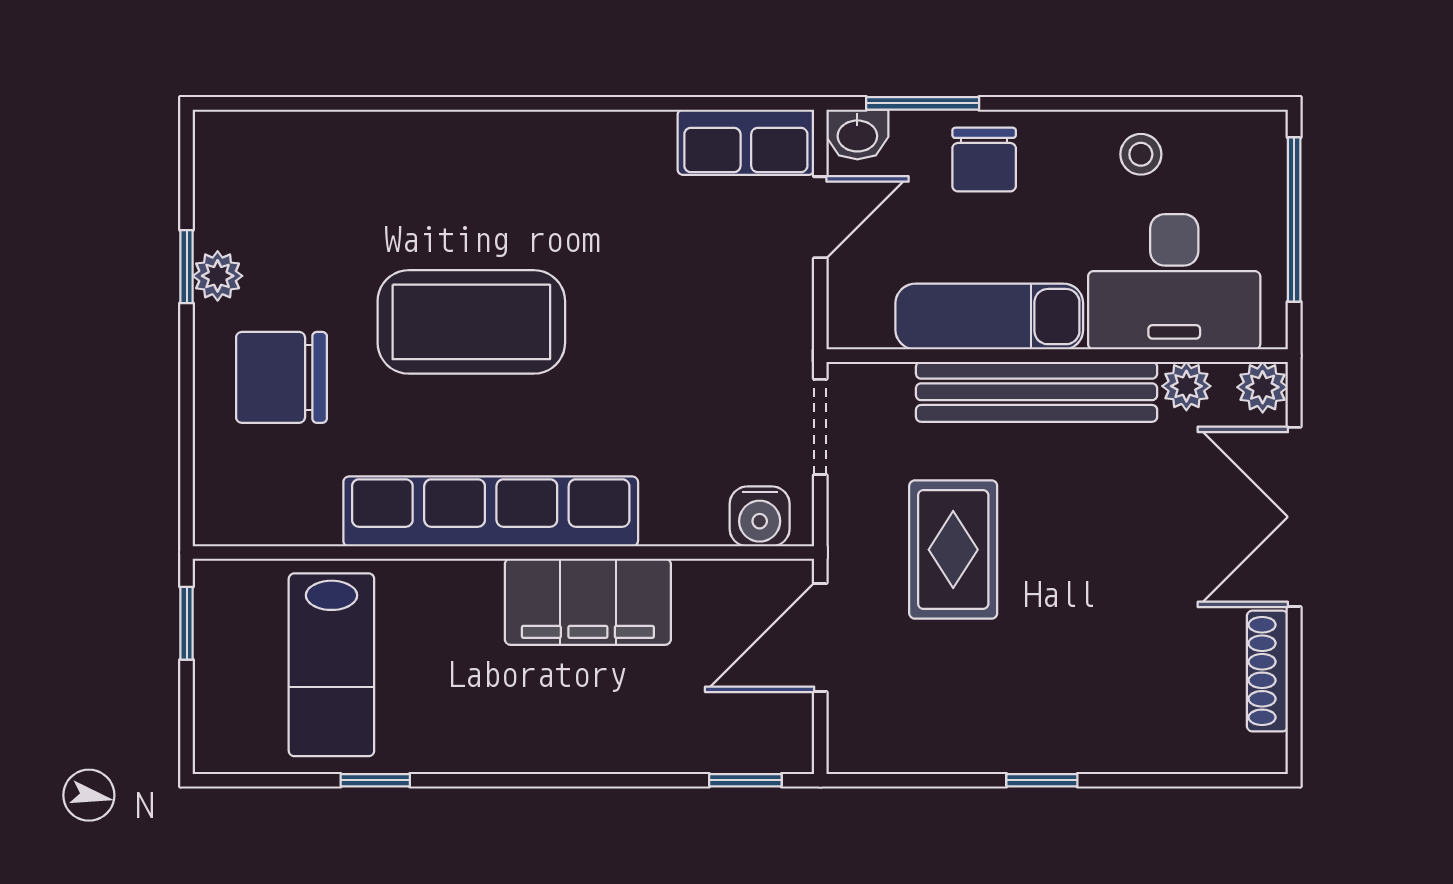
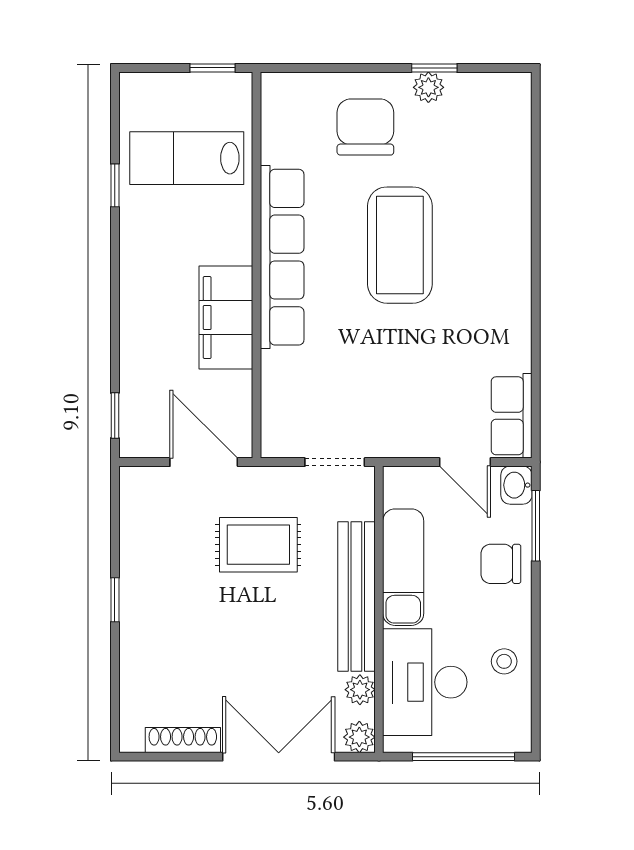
water cooler: (760, 516) -> (279, 424), removed

